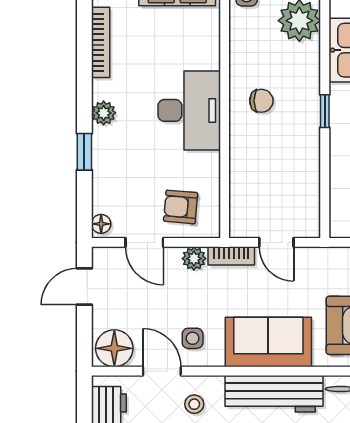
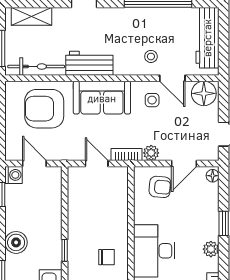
chair: (261, 101) -> (107, 257), turned 180
door: (144, 242) -> (184, 163), swing flipped
workbench: (274, 394) -> (89, 63), width x0.73

